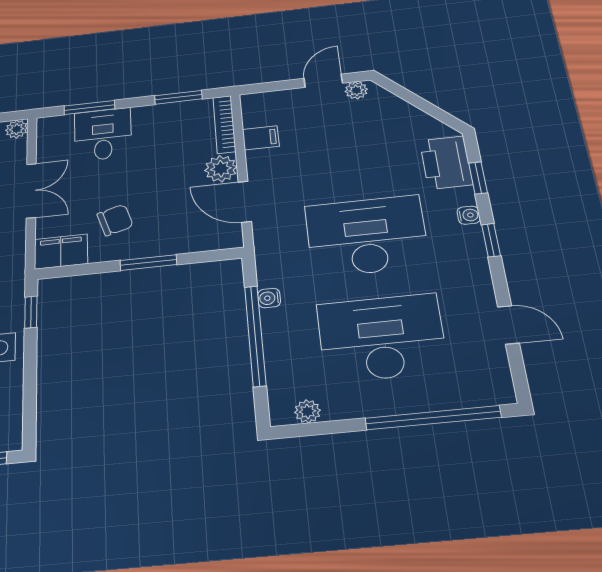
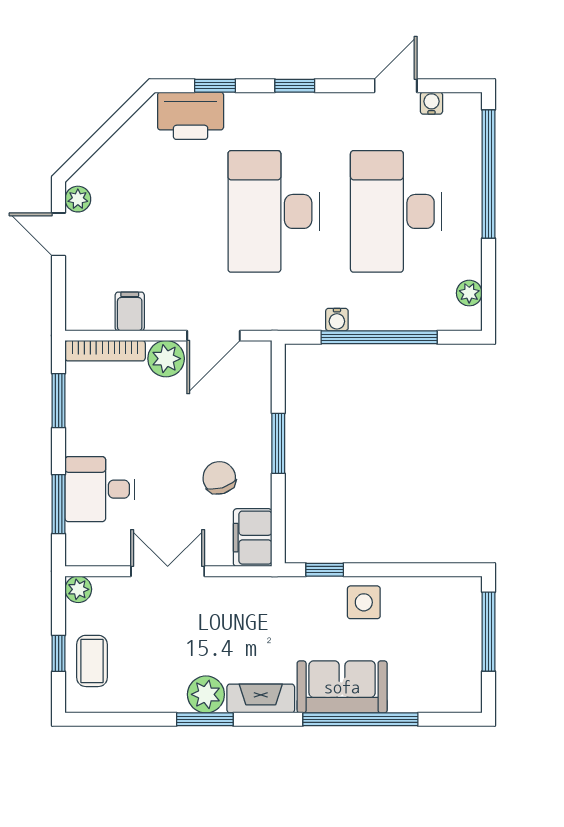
water cooler: (469, 215) -> (431, 103), moved

